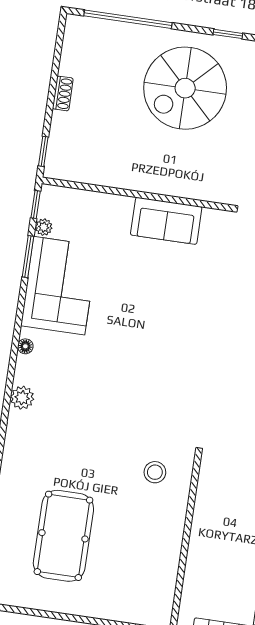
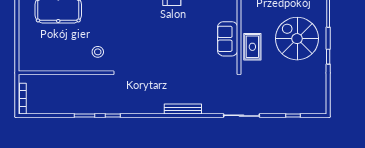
rug: (188, 176) -> (252, 47), added

